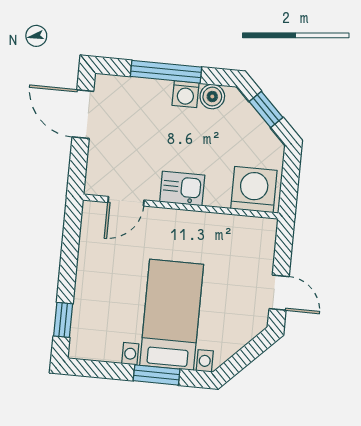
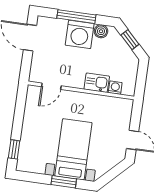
washing machine: (186, 94) -> (80, 34), width x1.89, depth x1.89
kitchen sink: (182, 188) -> (97, 83), moved
washing machine: (254, 190) -> (115, 88), width x0.53, depth x0.53

